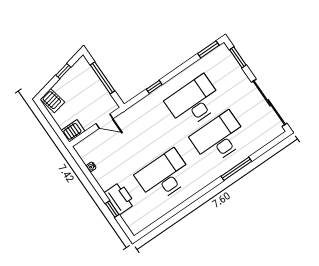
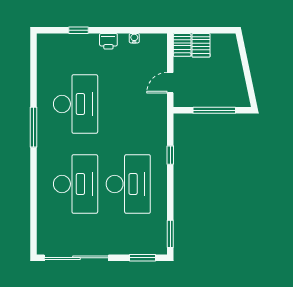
window: (63, 71) -> (248, 76), removed
server rack: (52, 101) -> (201, 45), moved, turned -78
window: (236, 169) -> (34, 127), moved
printer: (120, 198) -> (108, 41), moved, width x0.53, depth x0.68

